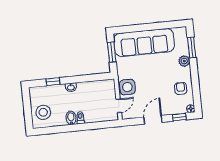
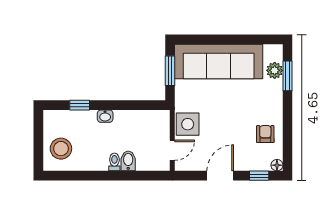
plant: (184, 61) -> (275, 70), moved
bidet: (71, 118) -> (128, 161), moved

